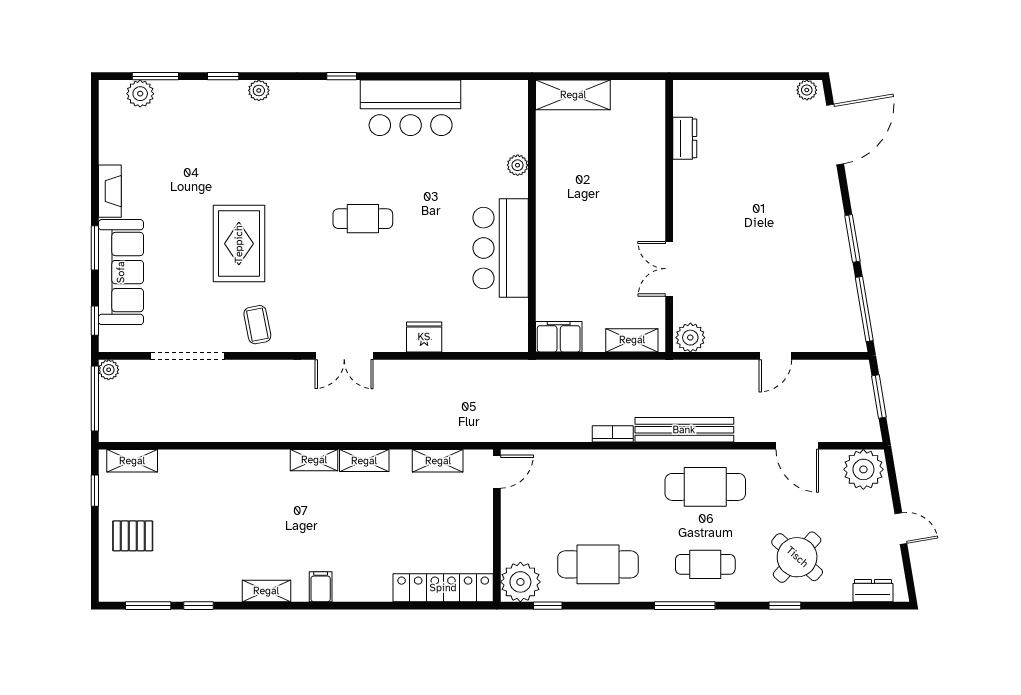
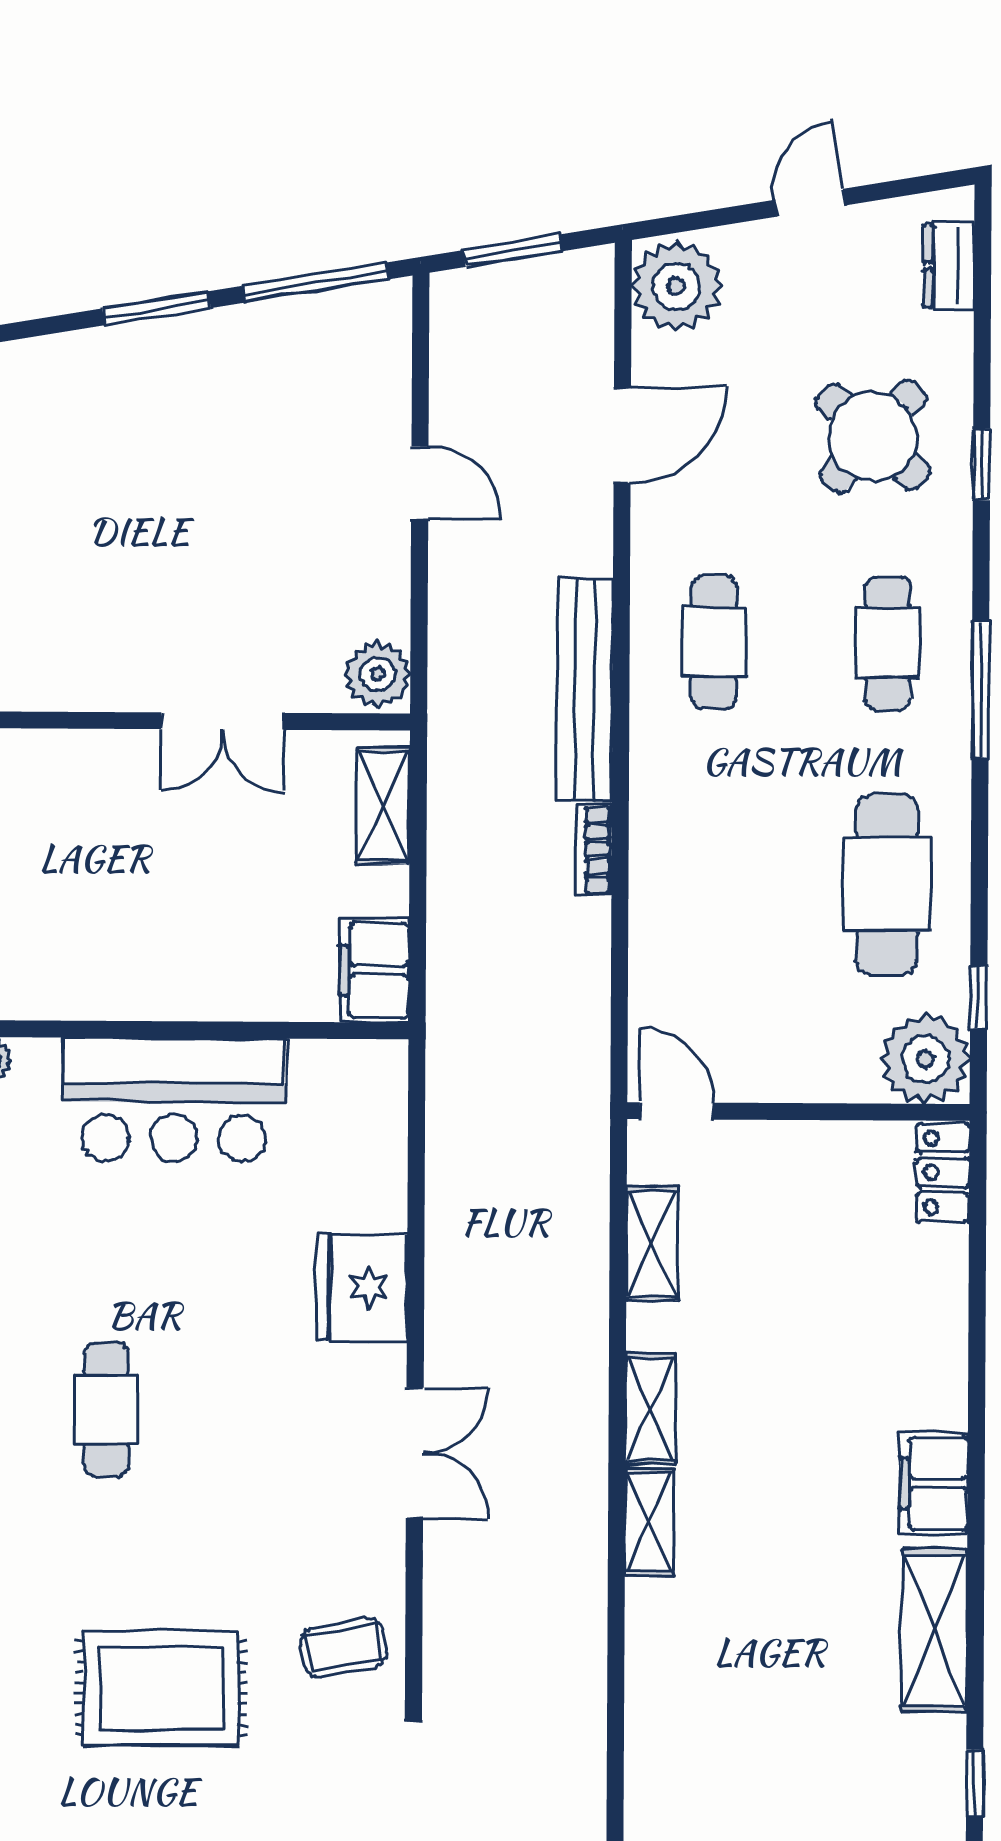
fridge: (424, 337) -> (362, 1287), width x1.36, depth x1.34
cafe table: (705, 487) -> (714, 642), width x0.73, depth x0.74
filing cabinet: (321, 587) -> (934, 1483), width x2.00
locker: (443, 588) -> (943, 1173), width x0.46, depth x0.83
shelving: (266, 591) -> (934, 1630), width x1.50, depth x1.33

